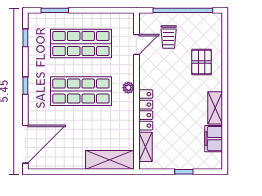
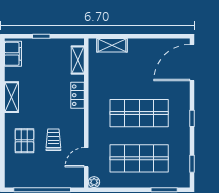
trolley: (169, 37) -> (53, 140), moved
plant: (128, 88) -> (94, 182), moved
locker: (146, 110) -> (77, 95), width x0.66
filing cabinet: (214, 139) -> (13, 54), moved
shelving: (110, 160) -> (112, 45), width x0.67, depth x0.75

